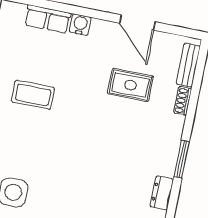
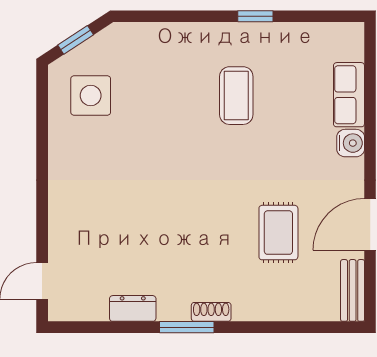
bench: (188, 65) -> (353, 290), moved, turned 90
shoe rack: (183, 101) -> (211, 312), moved

